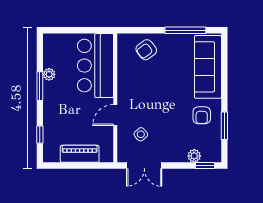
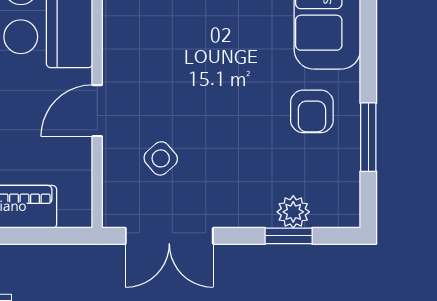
window: (205, 165) -> (289, 236), moved

